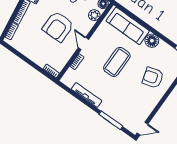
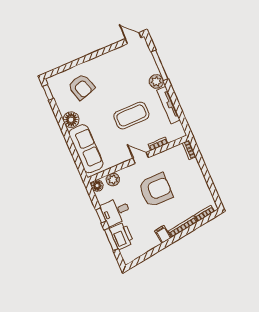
door: (83, 44) -> (141, 158), swing flipped
coffee table: (117, 62) -> (131, 115), moved
armchair: (153, 78) -> (81, 87), moved
plant: (106, 107) -> (156, 82), added

